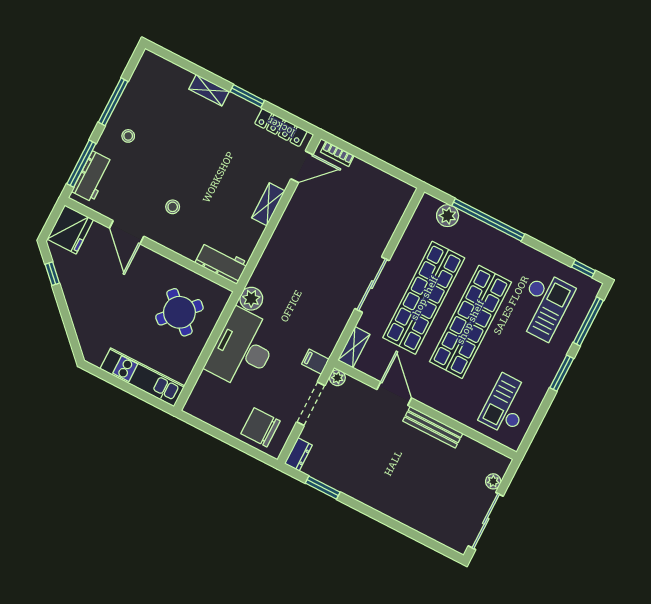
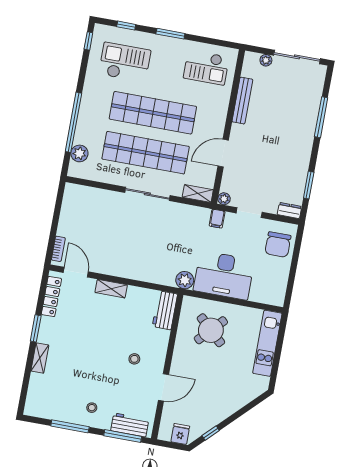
fridge: (70, 229) -> (180, 434), width x0.53, depth x0.75
window: (588, 321) -> (126, 26), width x0.46
doorway: (311, 404) -> (249, 213), width x0.73
bench: (433, 427) -> (242, 101), moved
window: (402, 528) -> (321, 117), added

